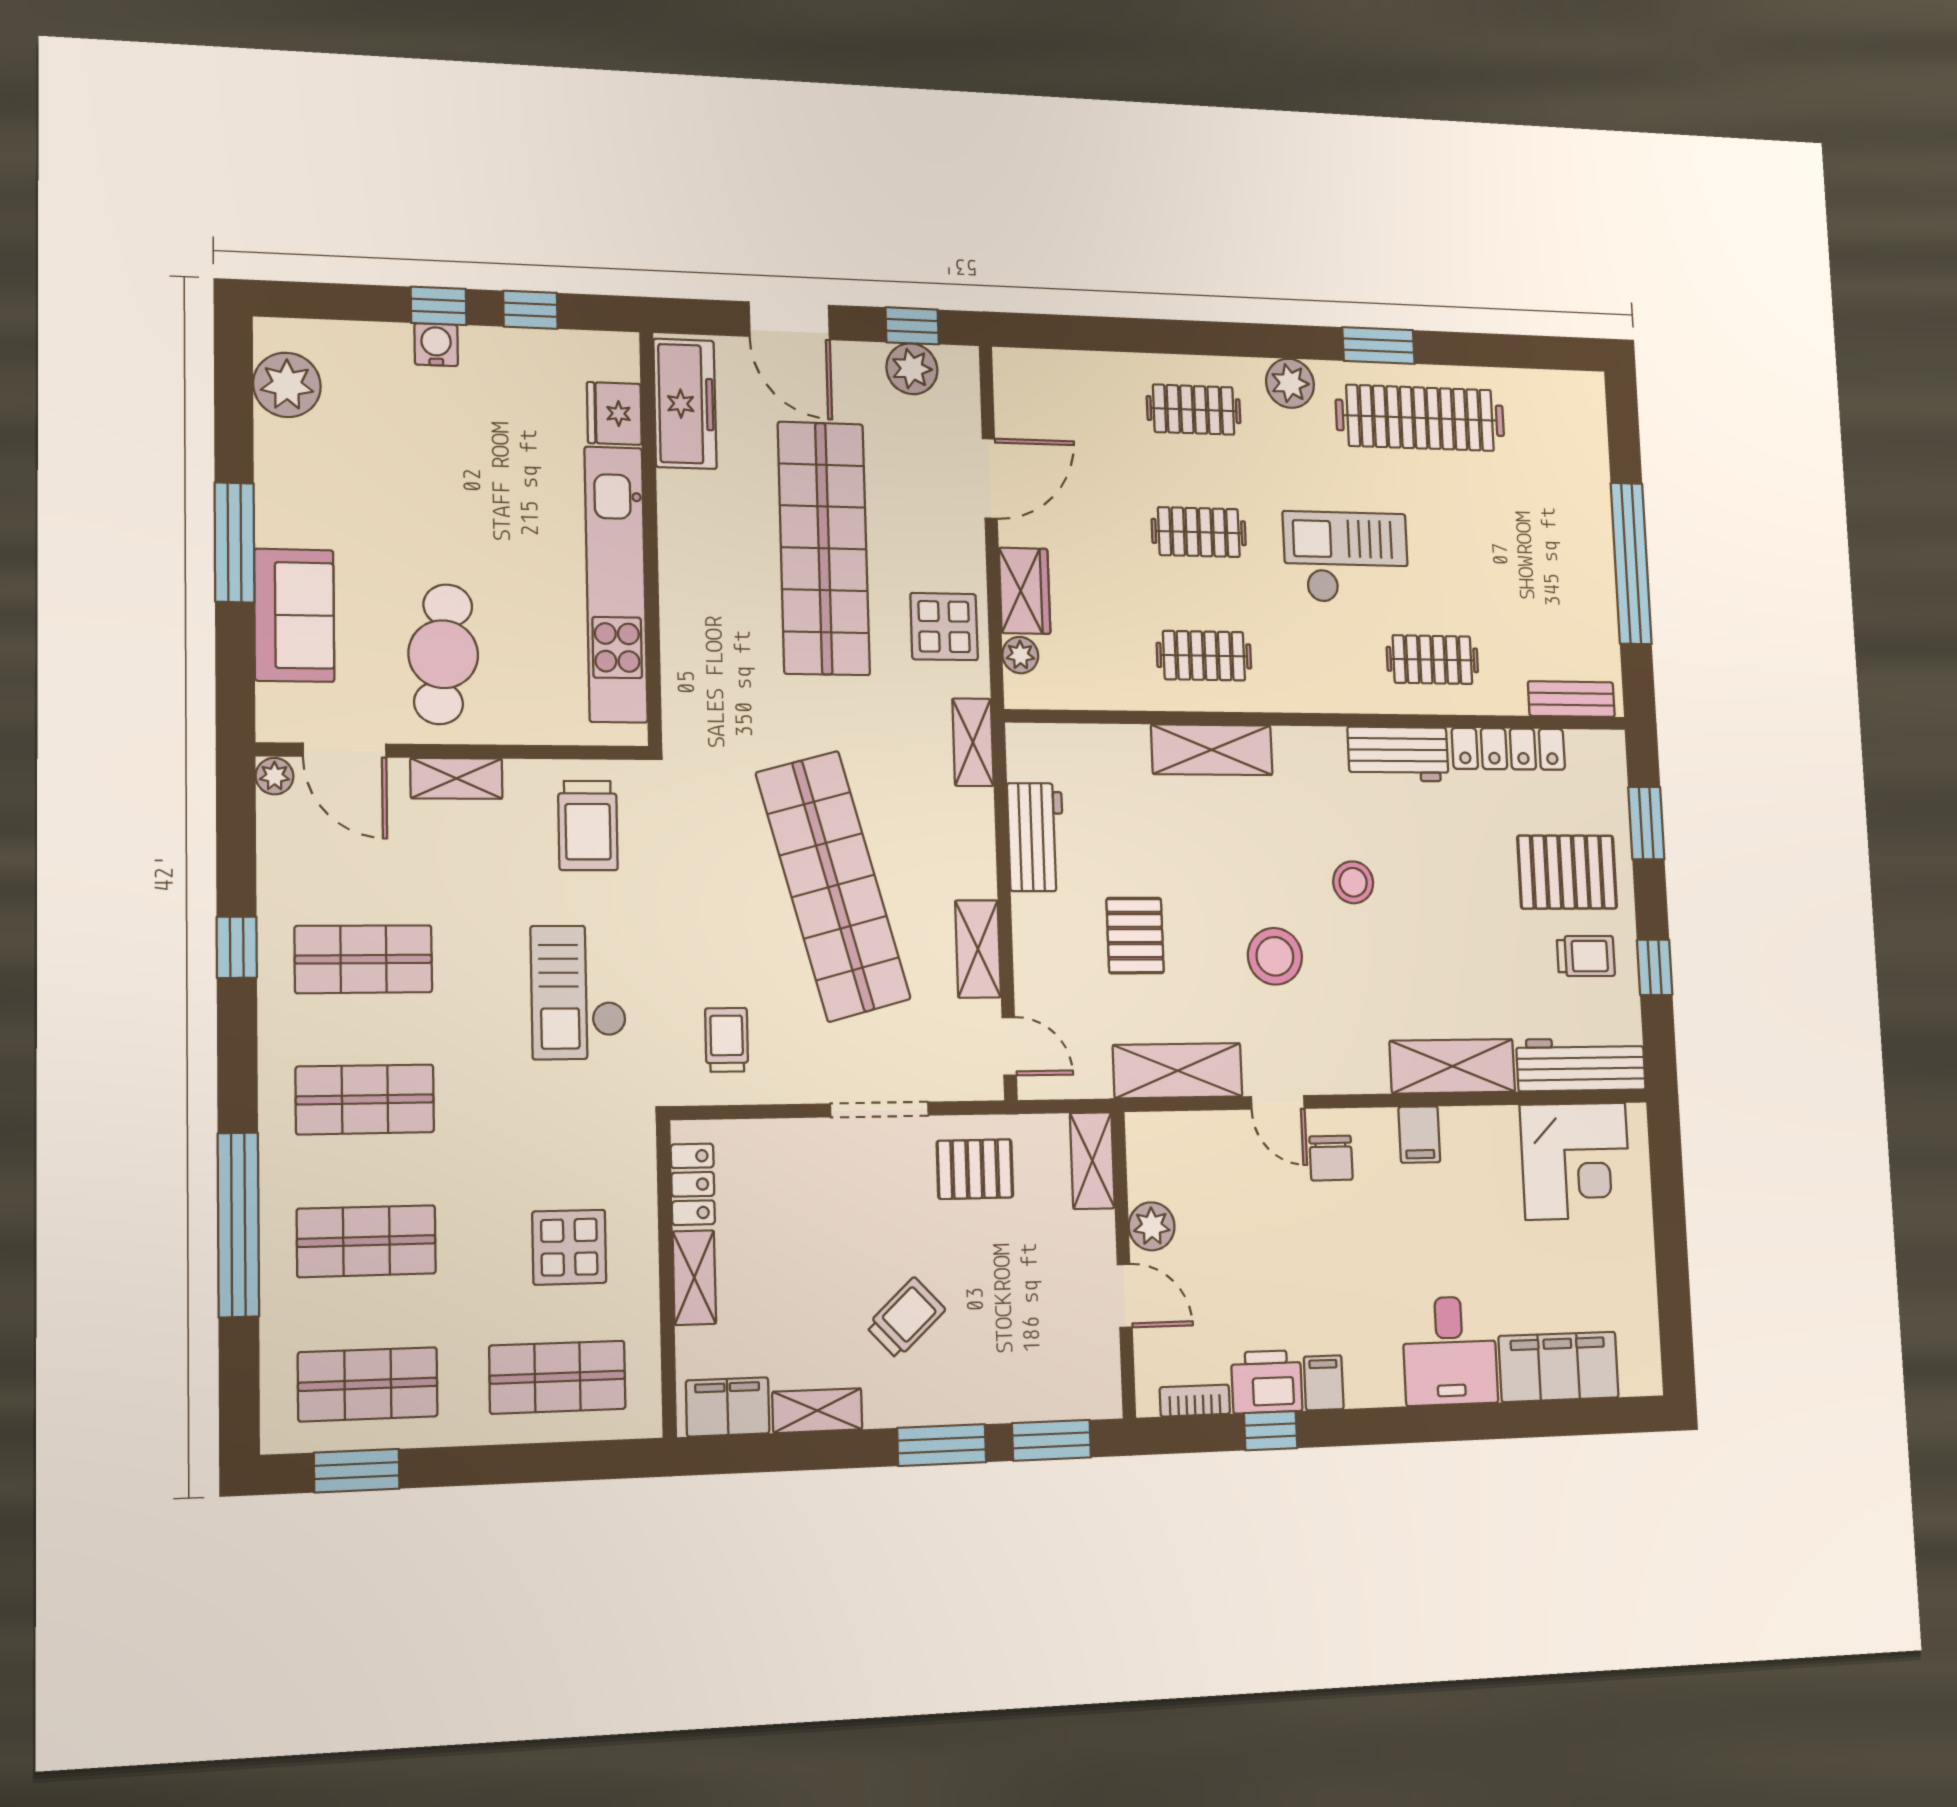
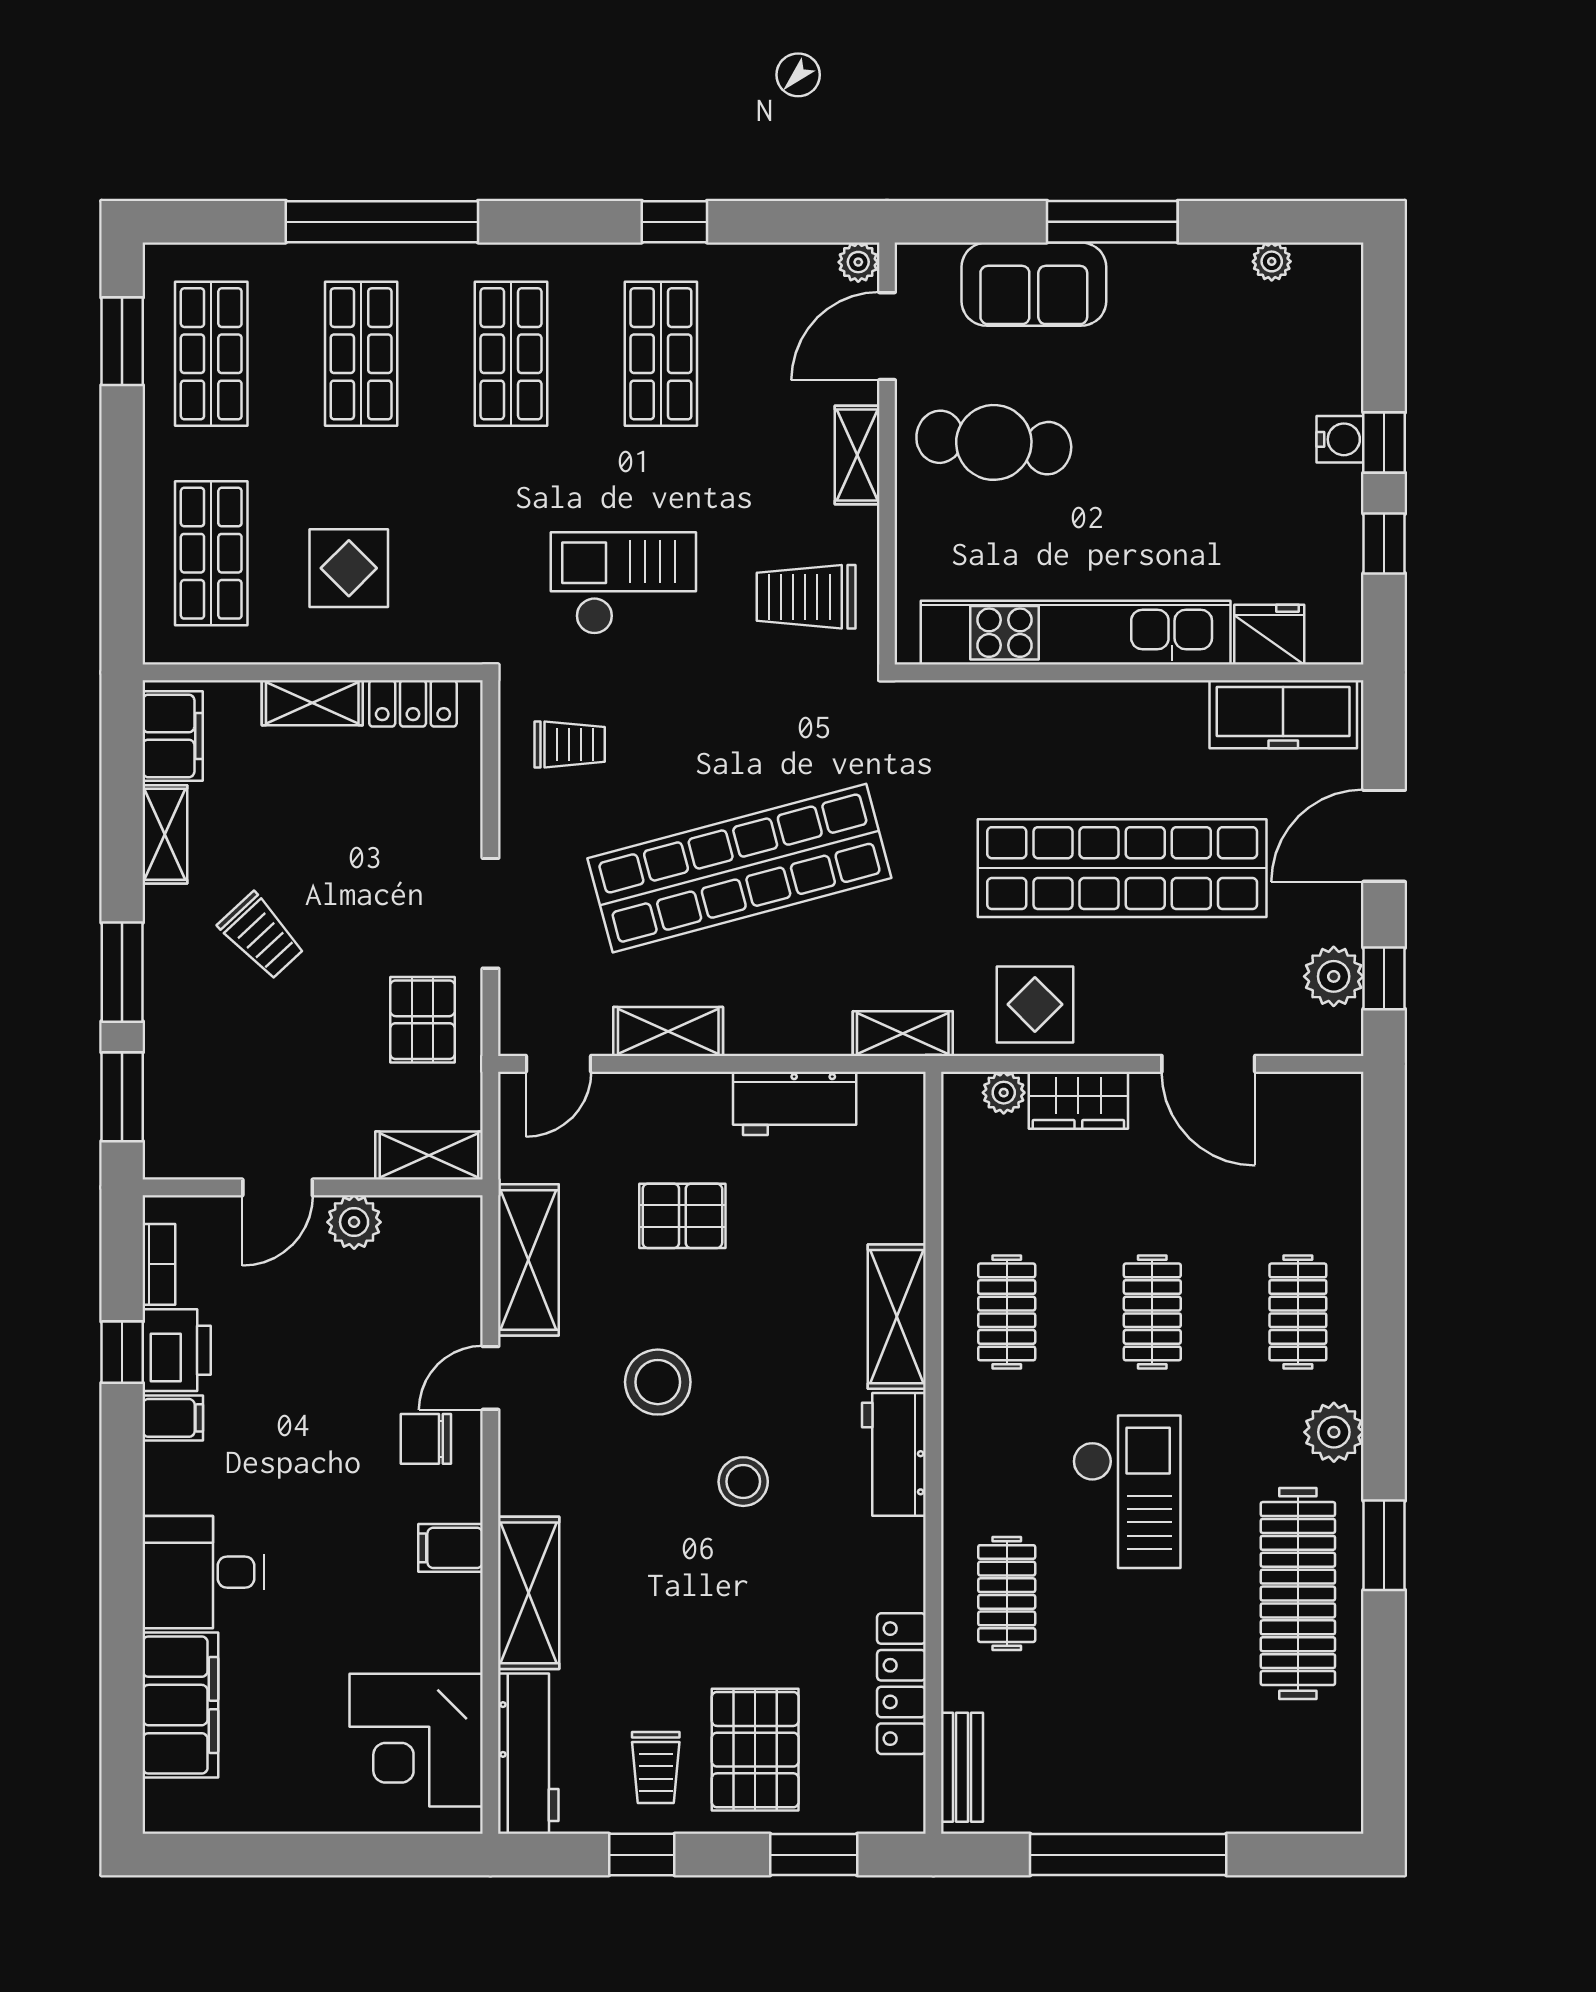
plant: (287, 385) -> (1272, 261), width x0.53, depth x0.53
workbench: (1398, 754) -> (894, 1454), moved

